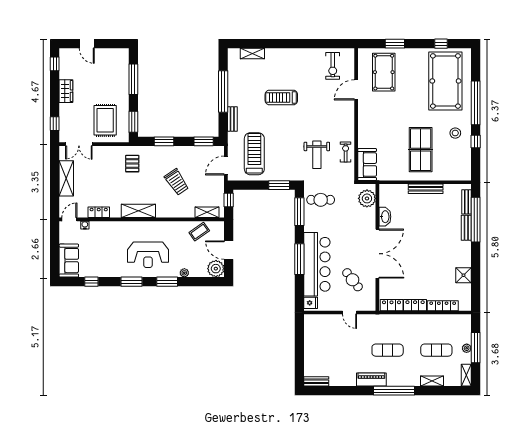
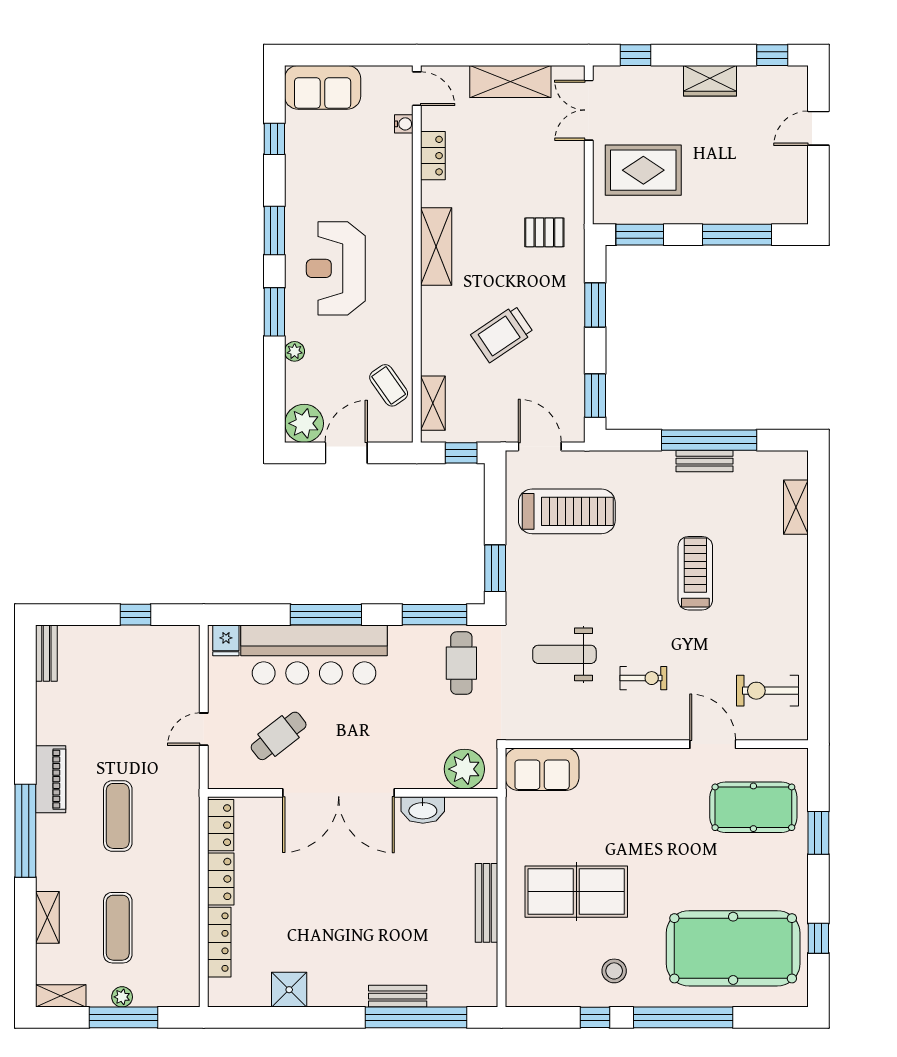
bench: (232, 119) -> (704, 461), moved
exercise bike: (346, 152) -> (643, 678), moved
bench: (466, 202) -> (457, 996), removed
window: (299, 342) -> (135, 615), added

